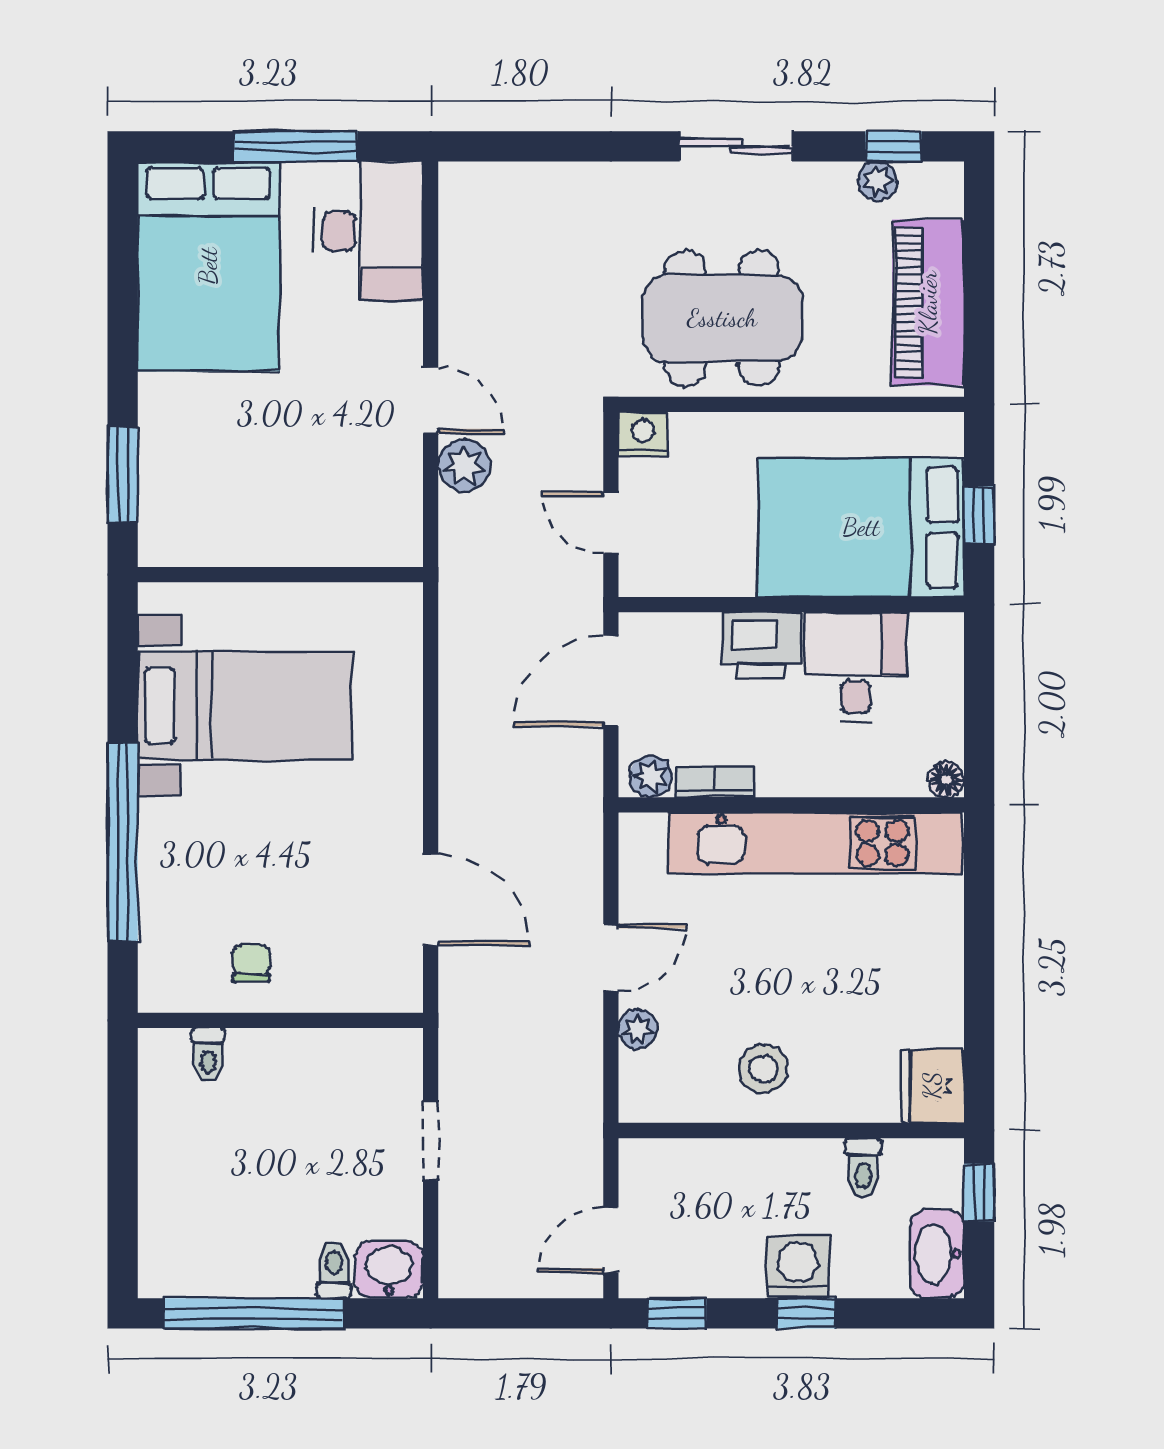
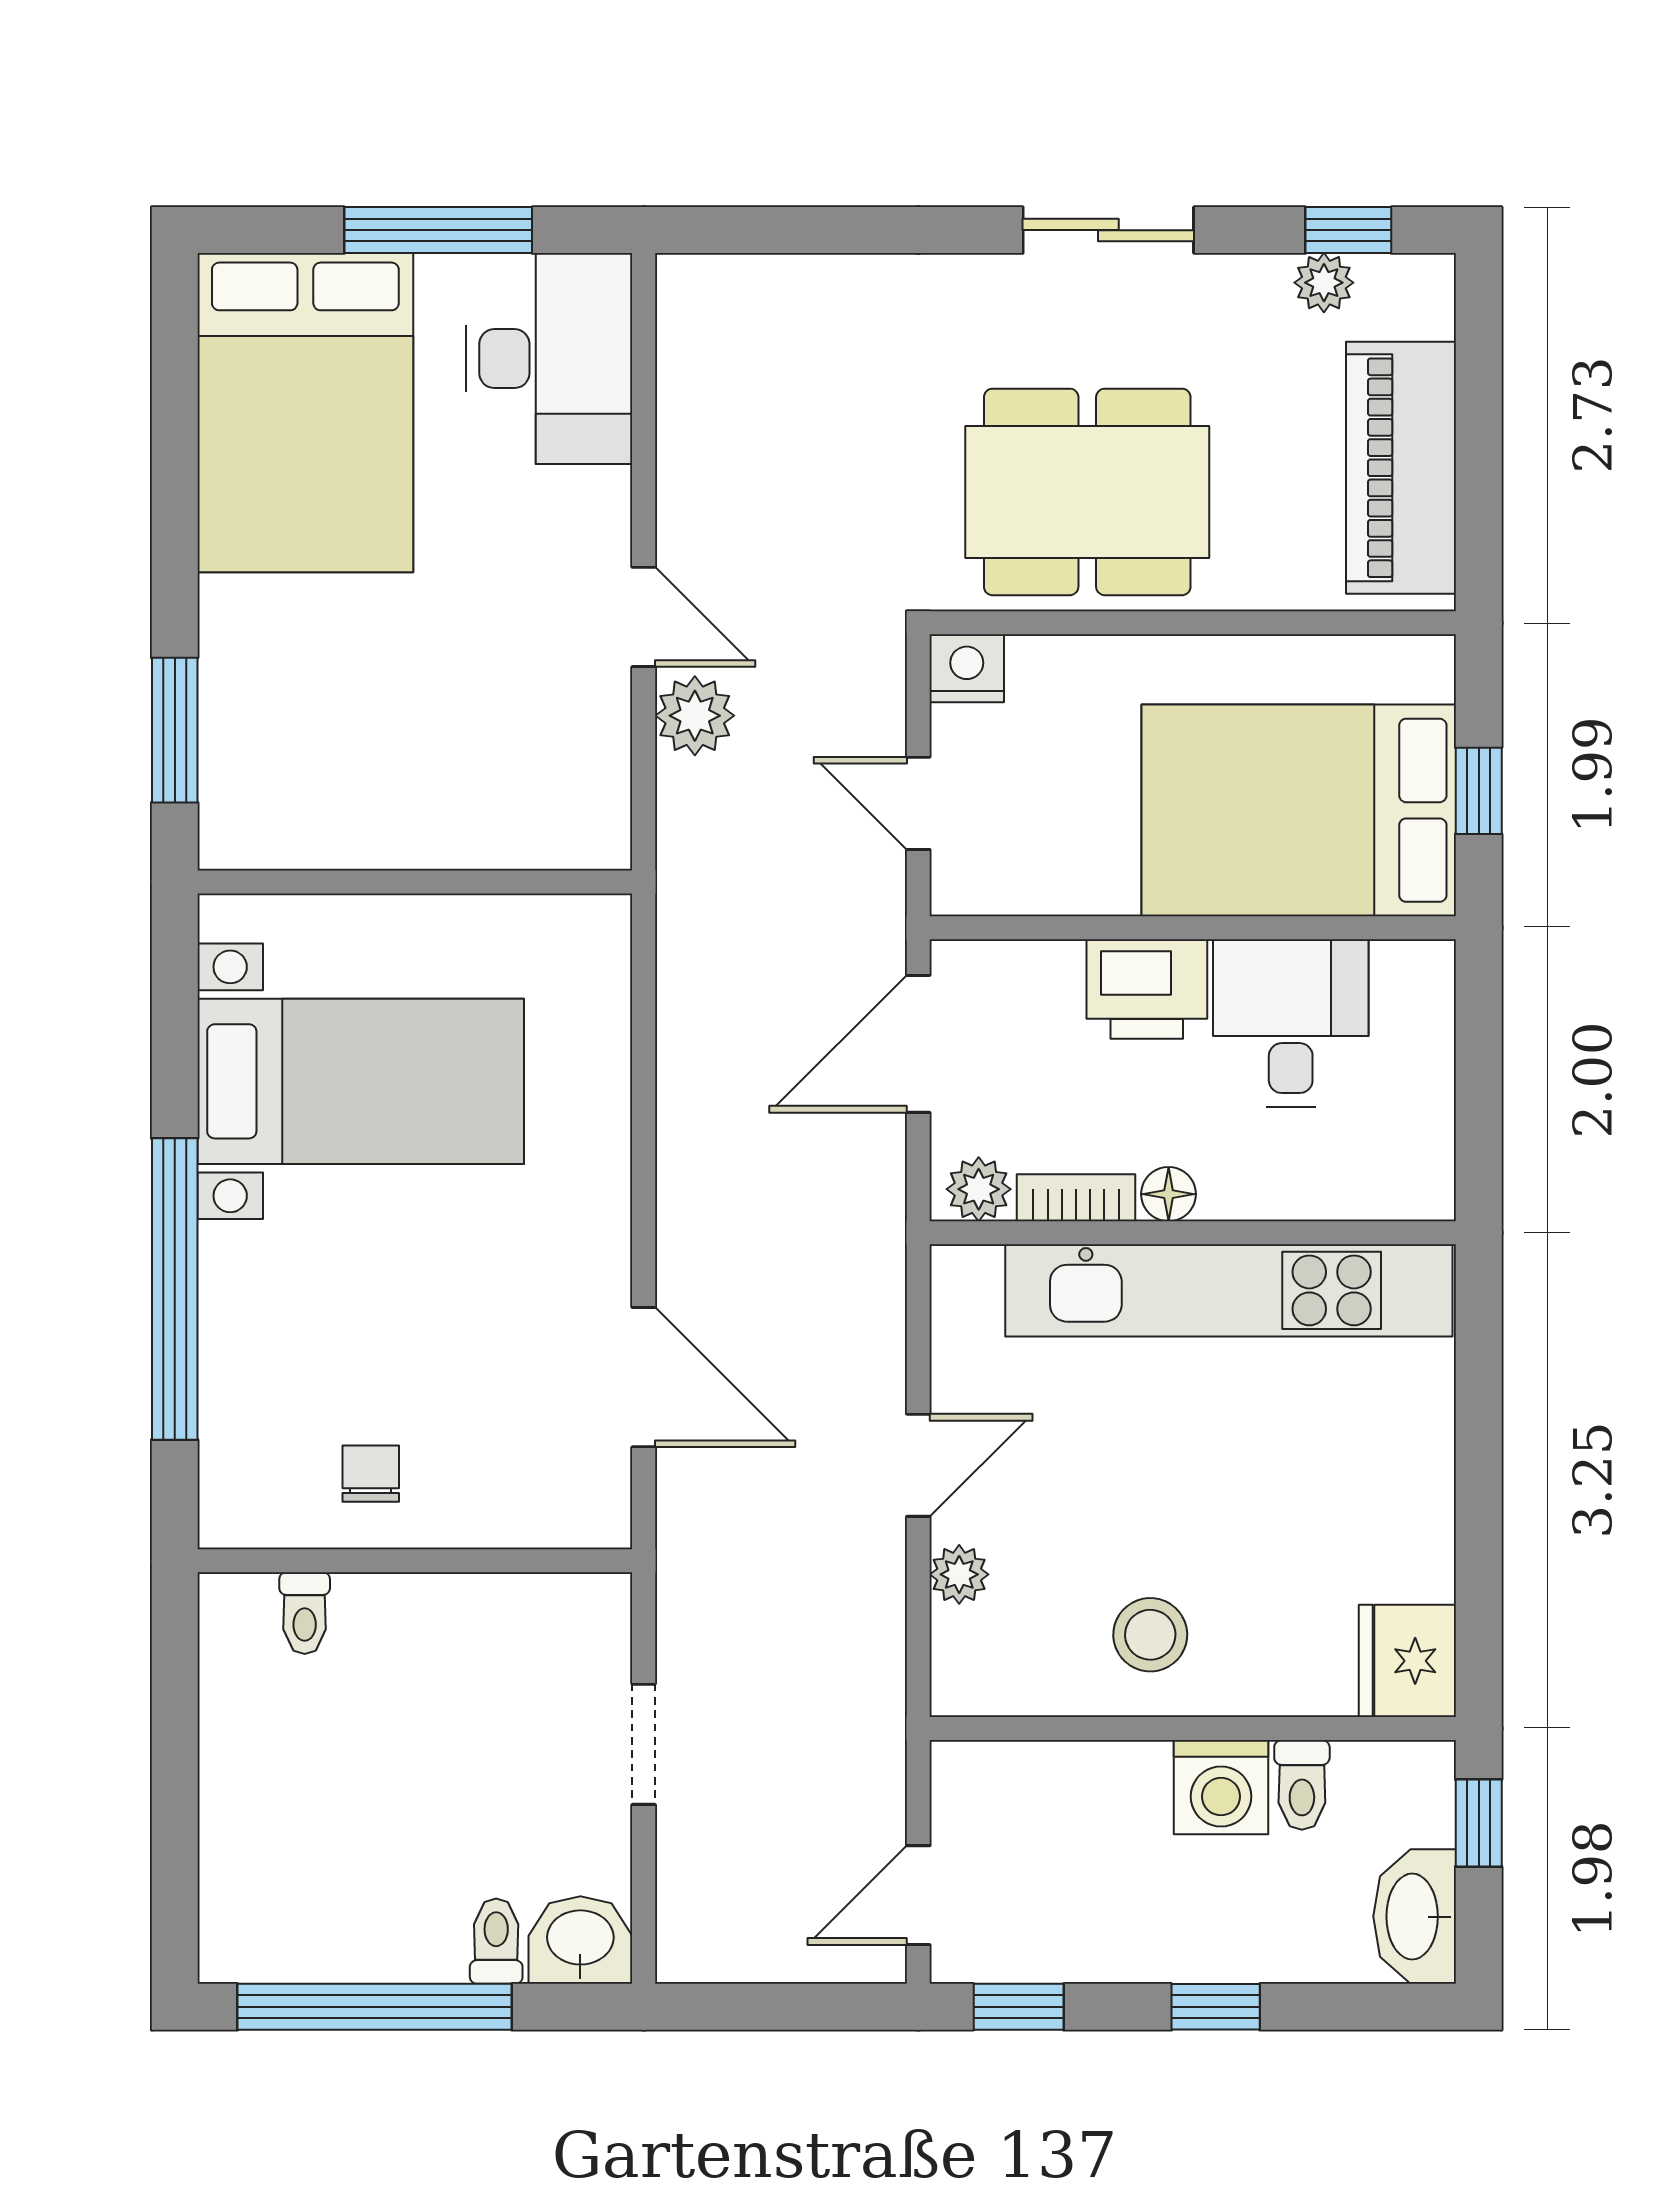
floor lamp: (946, 780) -> (1169, 1194), moved
washing machine: (798, 1267) -> (1221, 1787), moved, turned 180

